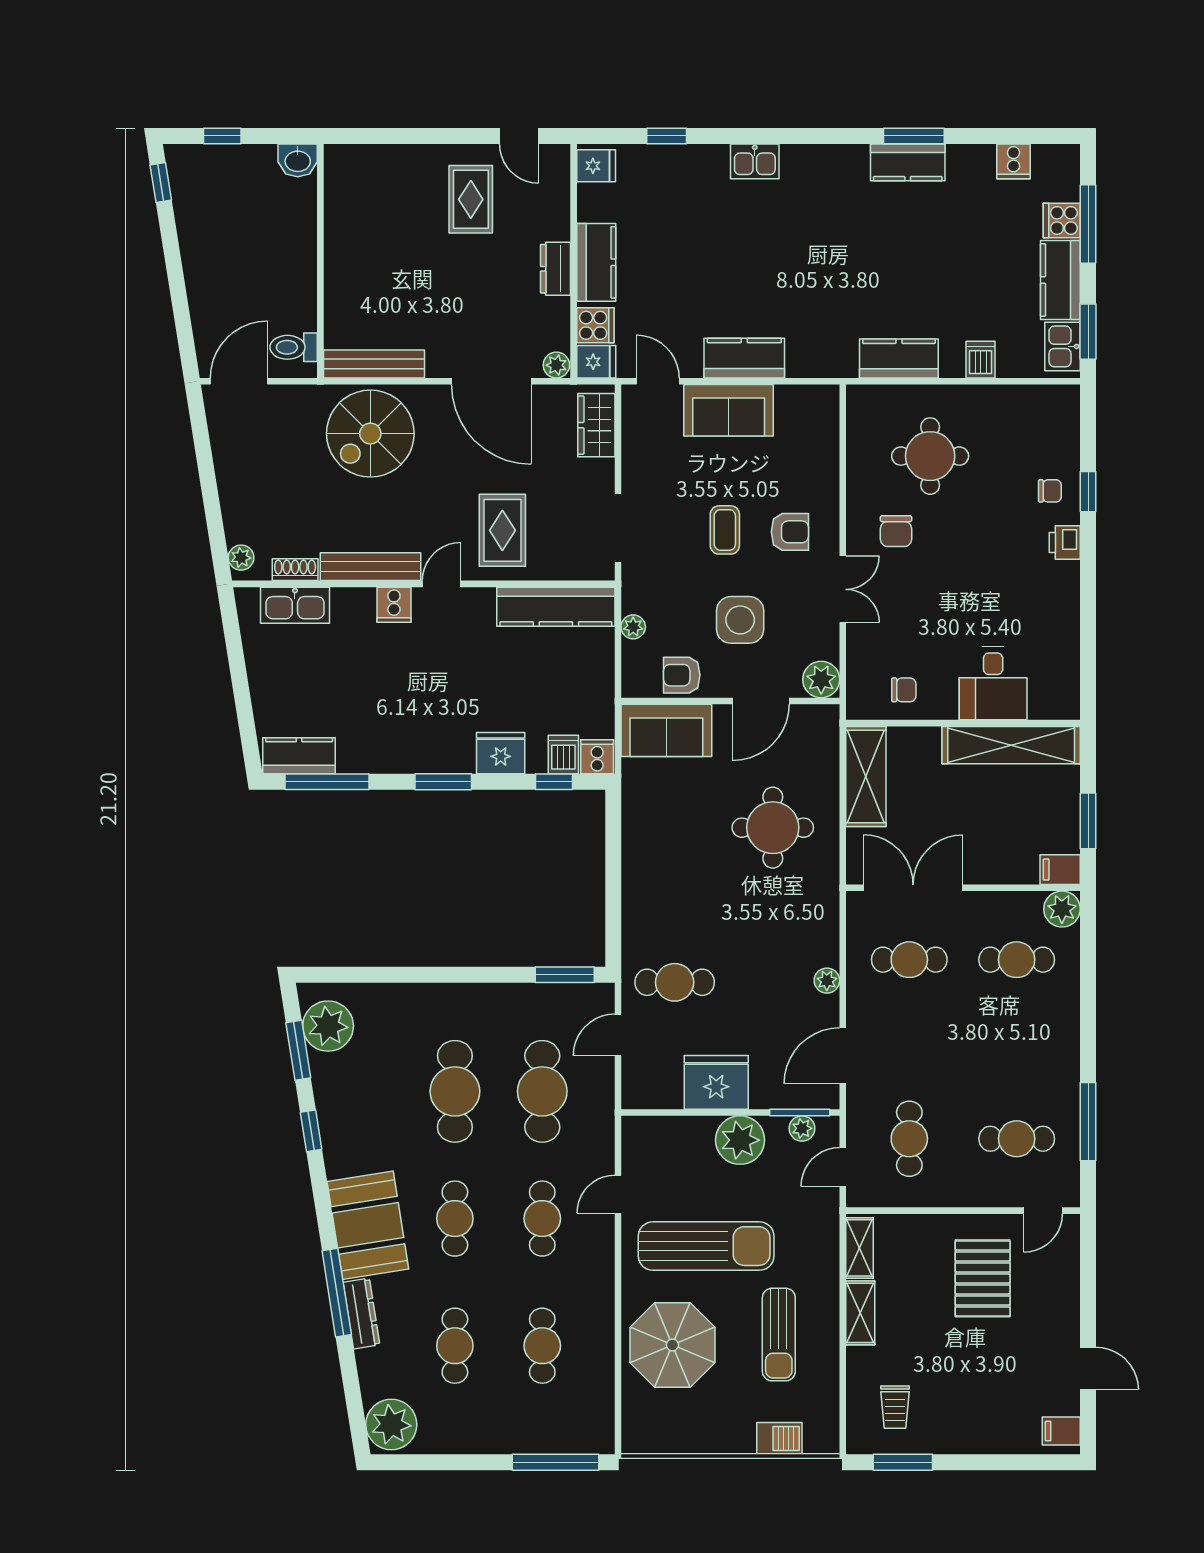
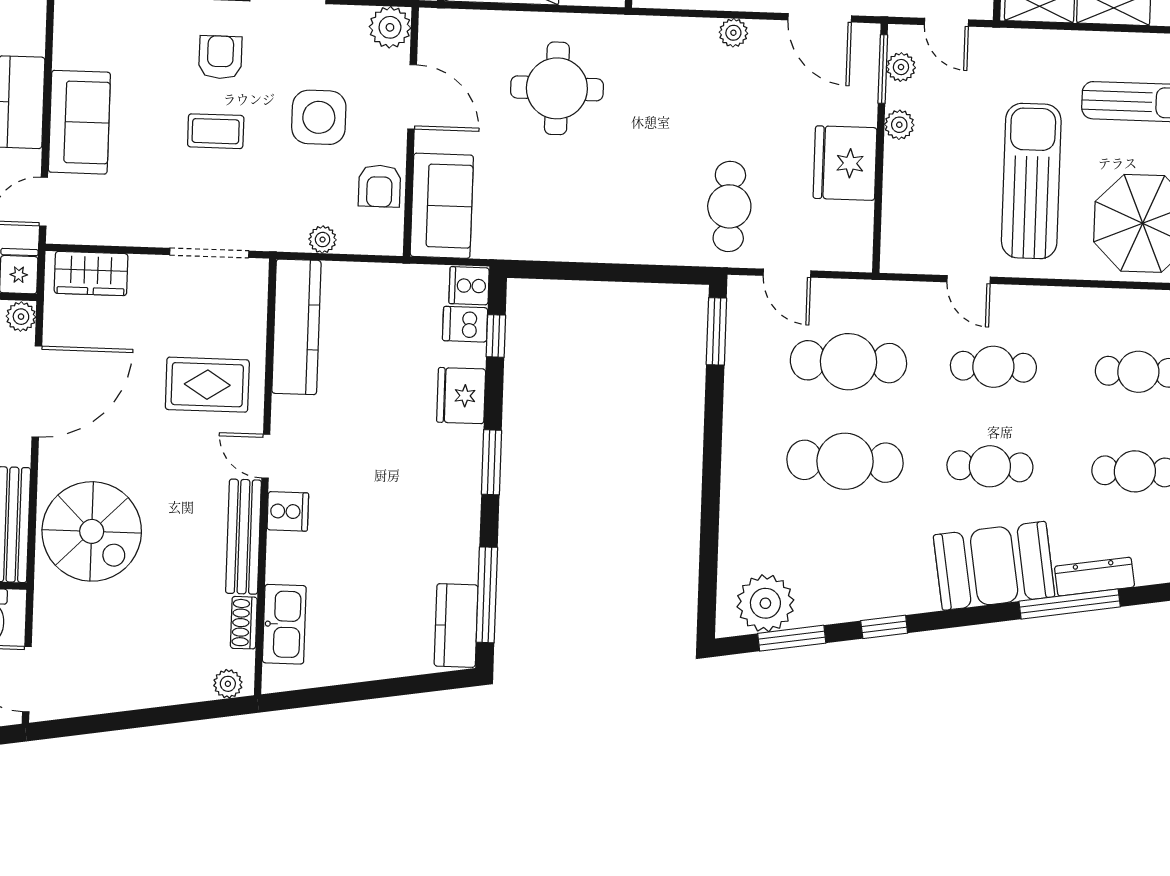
plant: (740, 1140) -> (899, 125), width x0.53, depth x0.53

